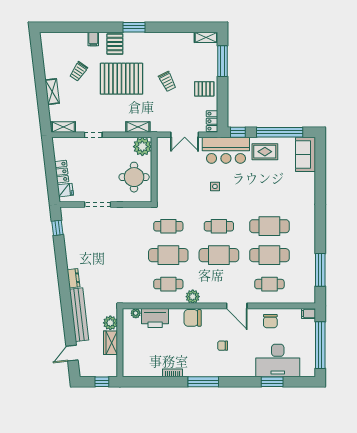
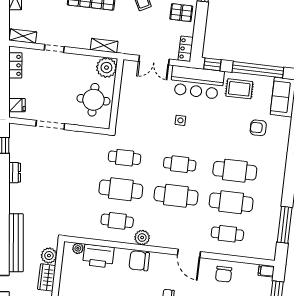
locker: (62, 172) -> (15, 65), moved
armchair: (286, 185) -> (258, 128), added
dresser: (74, 278) -> (15, 173), moved

